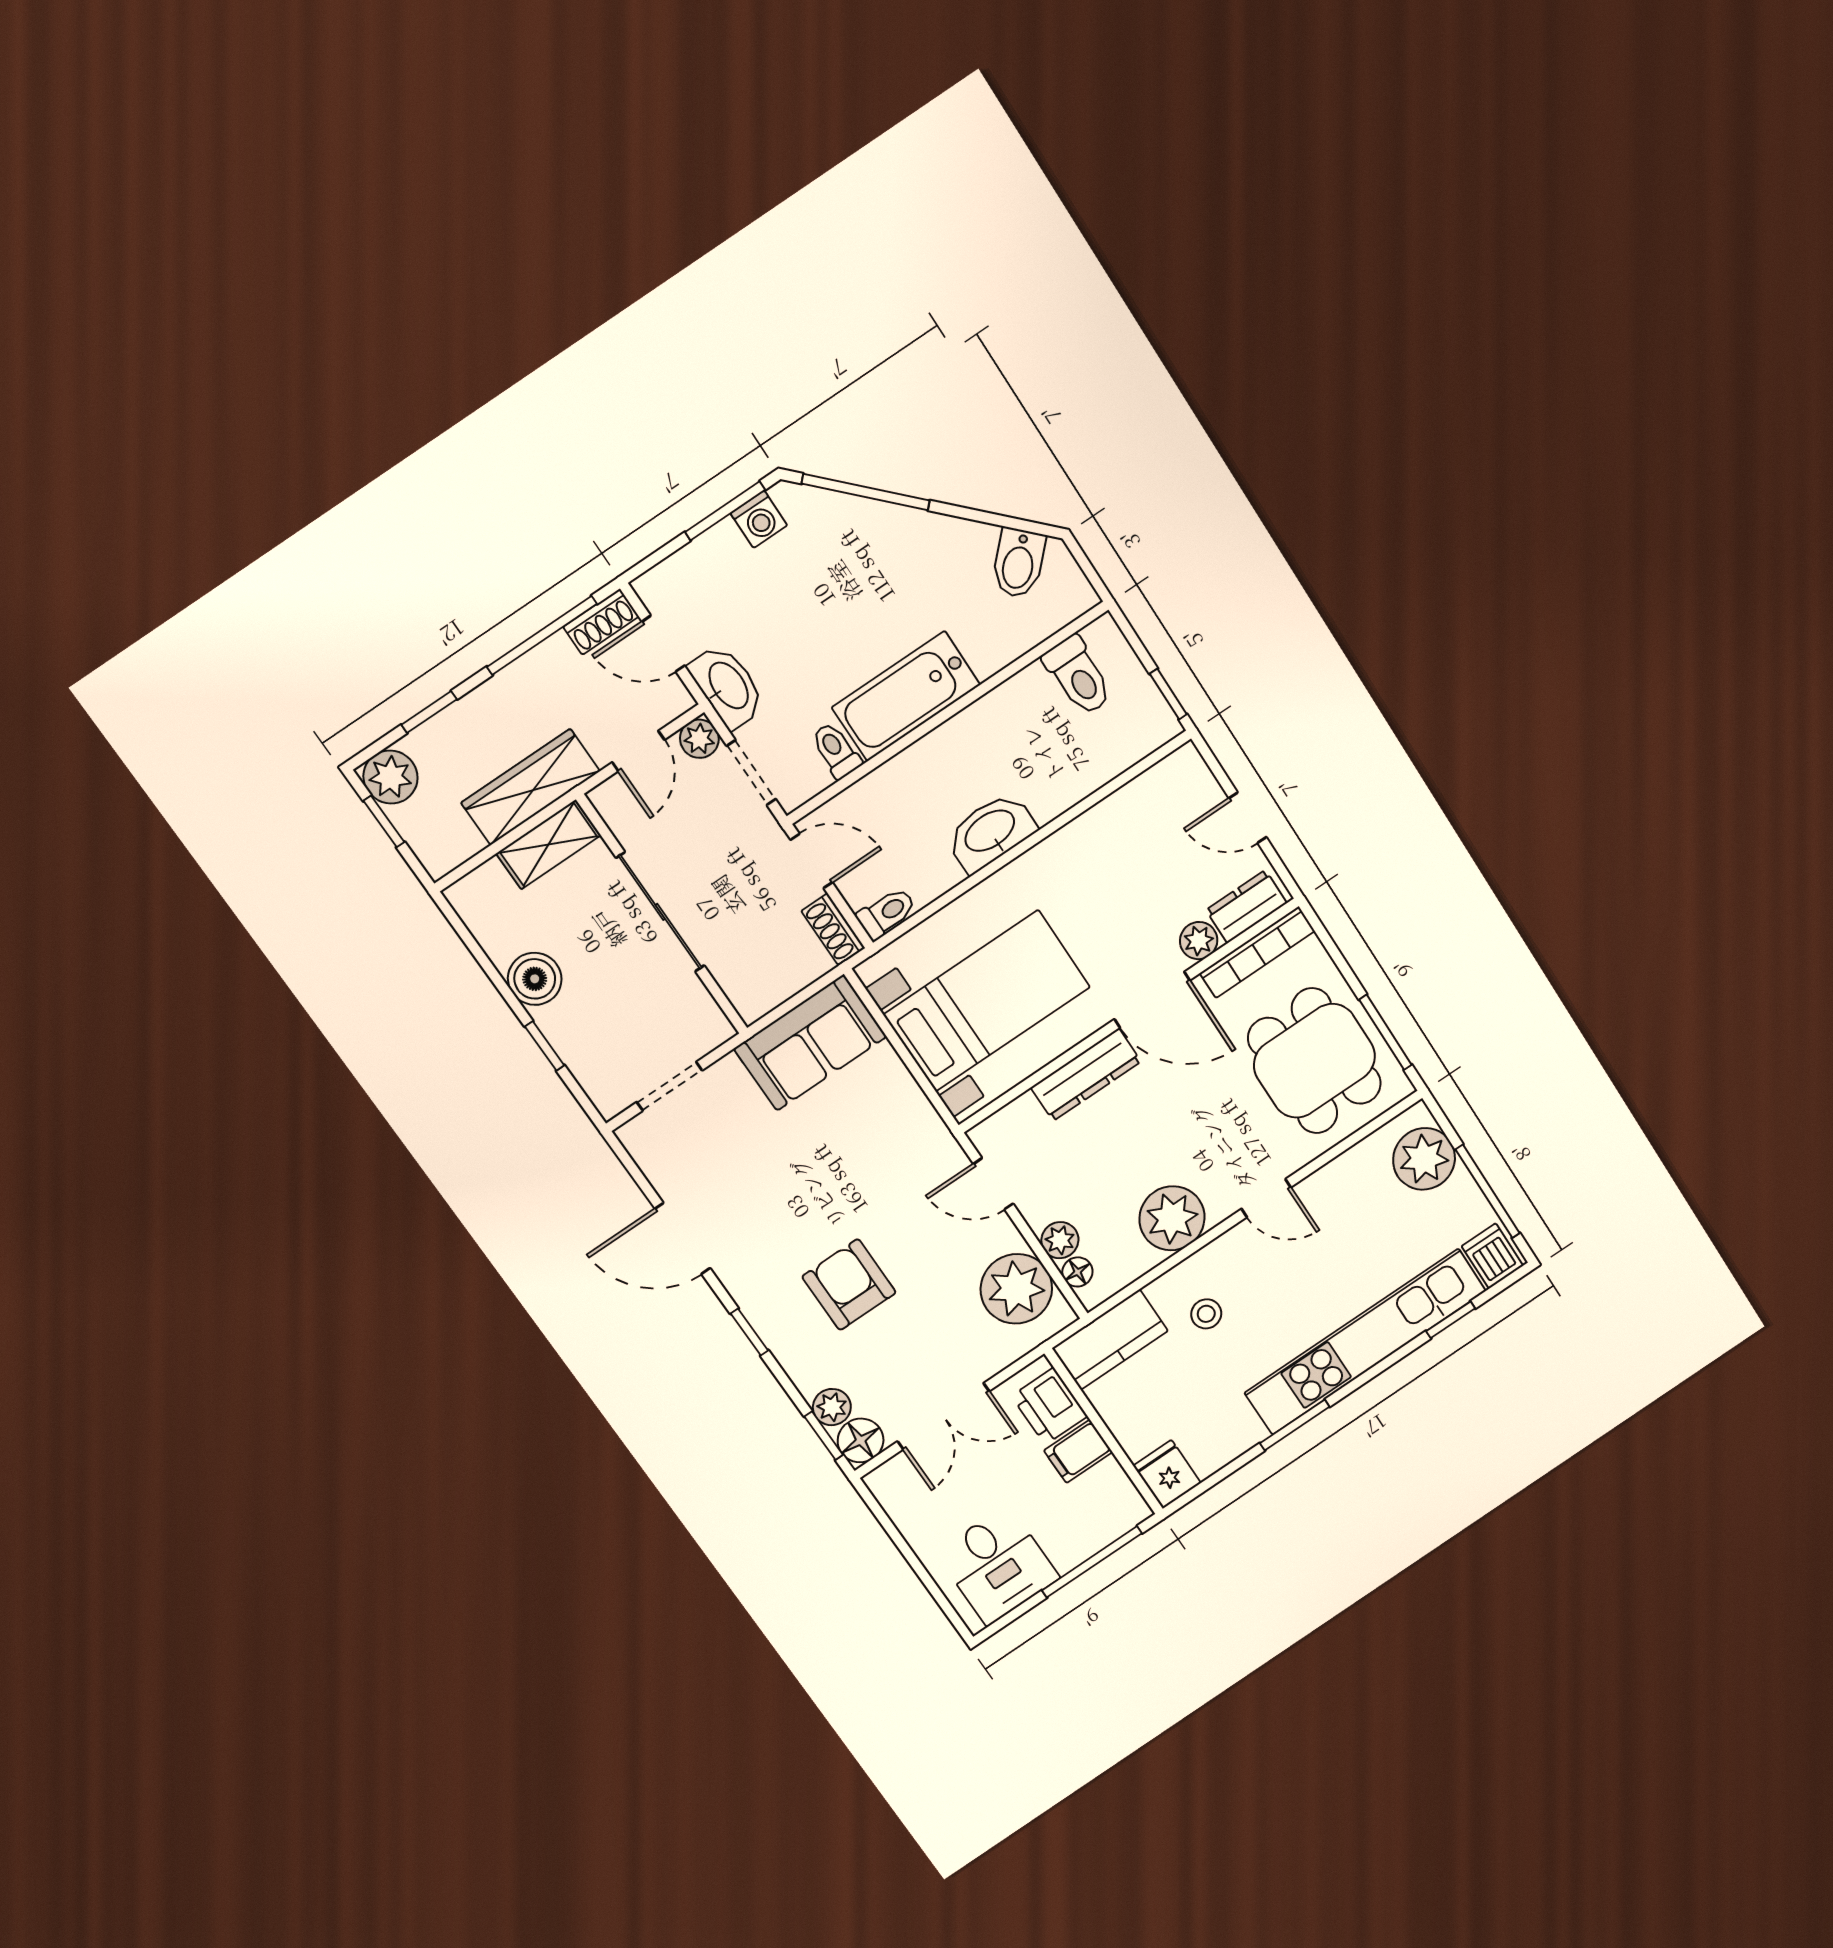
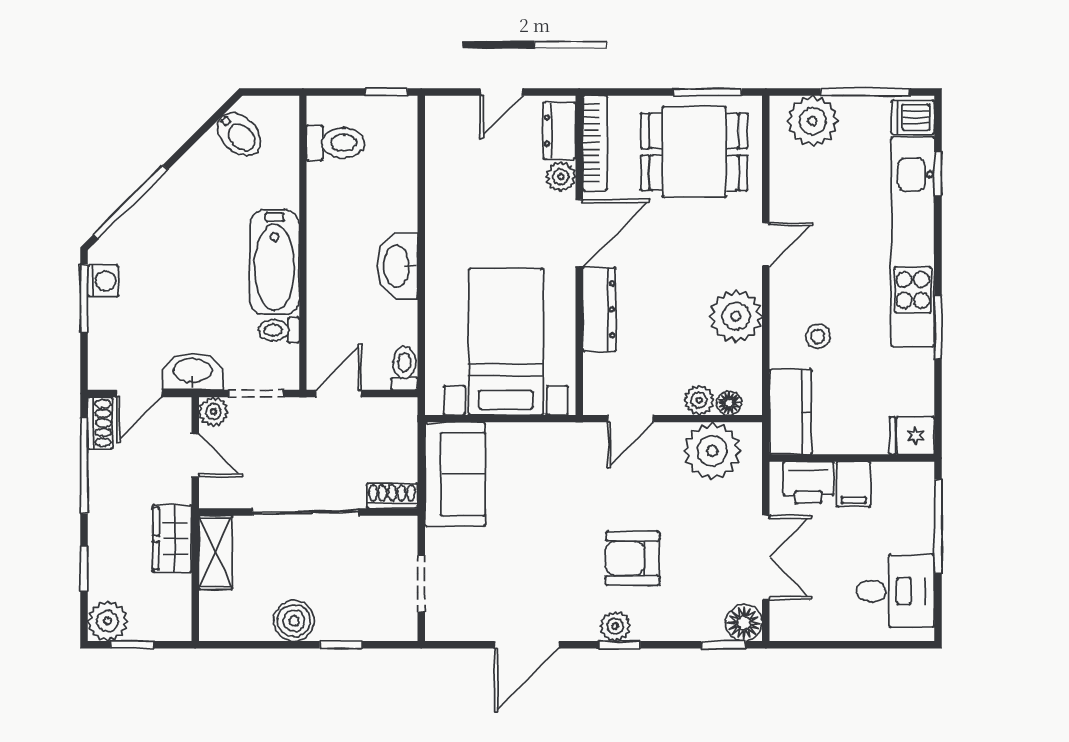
wardrobe: (530, 787) -> (172, 539), width x0.67
shoe rack: (833, 929) -> (392, 496), moved, turned 180
plant: (832, 1407) -> (615, 626), moved

